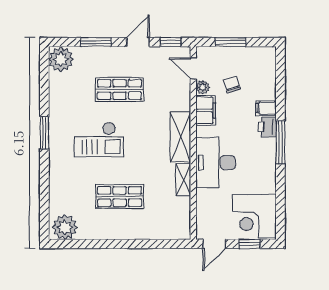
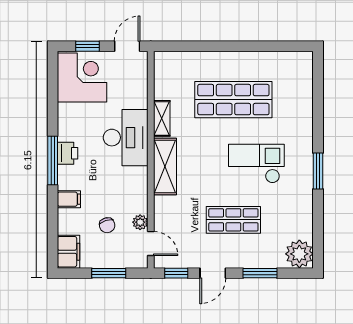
filing cabinet: (206, 110) -> (69, 252), moved, turned 180
printer: (267, 127) -> (68, 153), moved
shop shelf: (120, 197) -> (233, 100), width x1.43, depth x1.36
plant: (65, 227) -> (295, 65), removed

